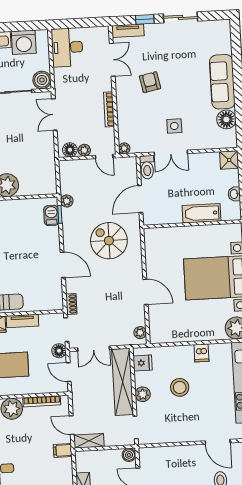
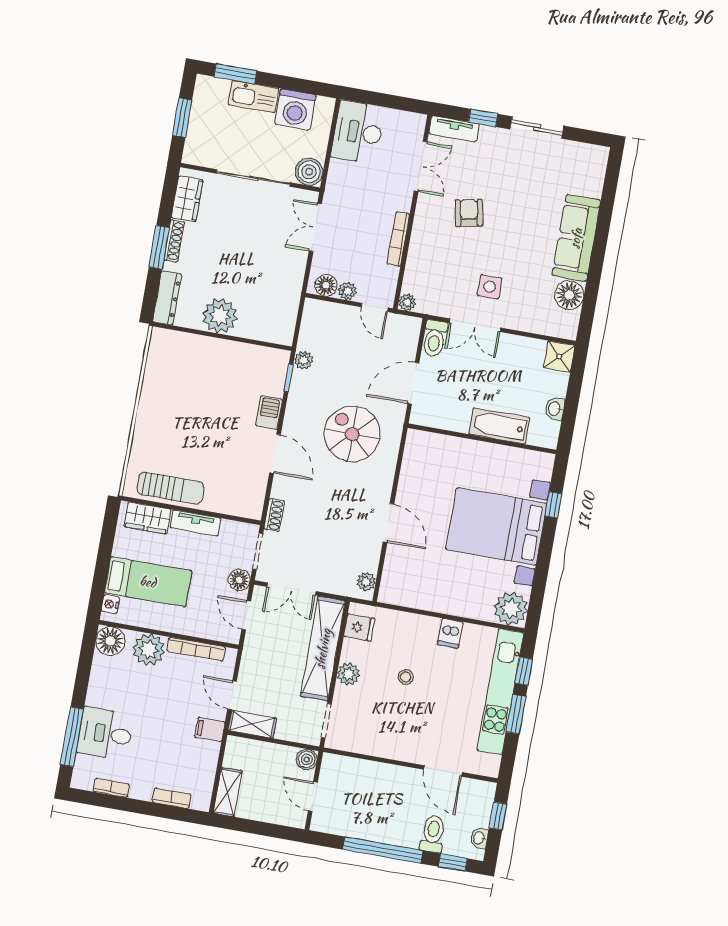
barbecue: (51, 215) -> (269, 412), moved
stool: (180, 387) -> (406, 677), width x0.53, depth x0.53

